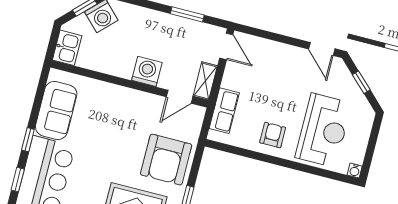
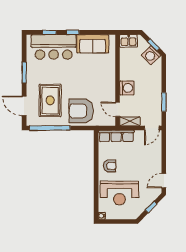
row of seats: (224, 111) -> (116, 136), width x1.48

